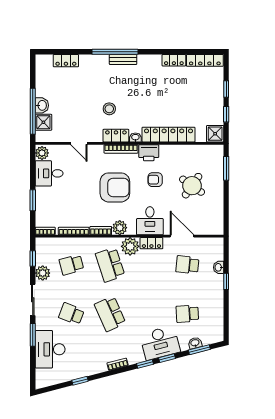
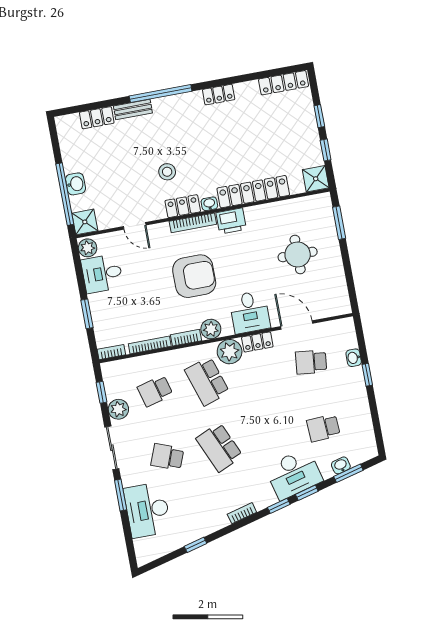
bench: (123, 60) -> (133, 109), moved
locker: (174, 60) -> (219, 95), moved
shower: (43, 122) -> (85, 222), moved
armchair: (155, 180) -> (246, 256), removed
round table: (192, 186) -> (298, 254), turned -35

